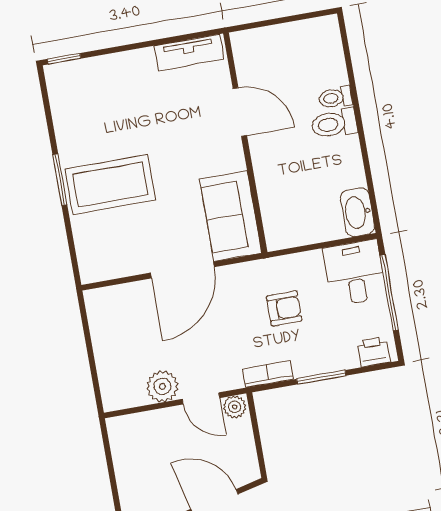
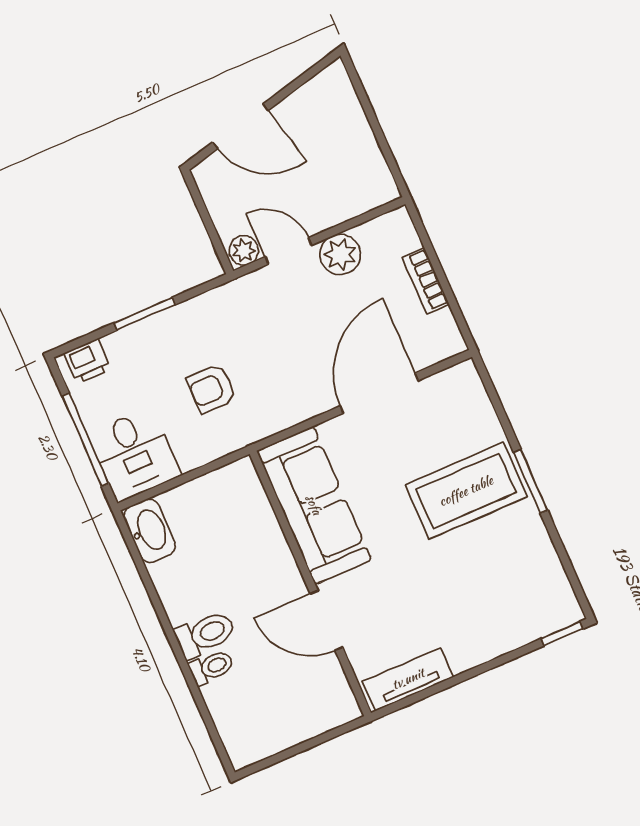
sofa: (231, 216) -> (314, 505), width x1.36
door: (182, 270) -> (379, 393), moved
bookcase: (268, 374) -> (426, 281), moved, turned 90

